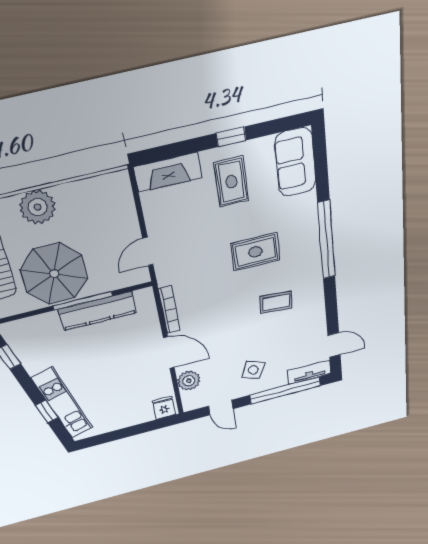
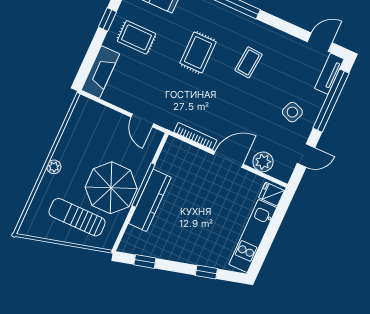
plant: (38, 207) -> (54, 167), width x0.53, depth x0.53
kitchen counter: (98, 311) -> (150, 200), moved
kitchen unit: (62, 403) -> (253, 236), moved, turned -75

